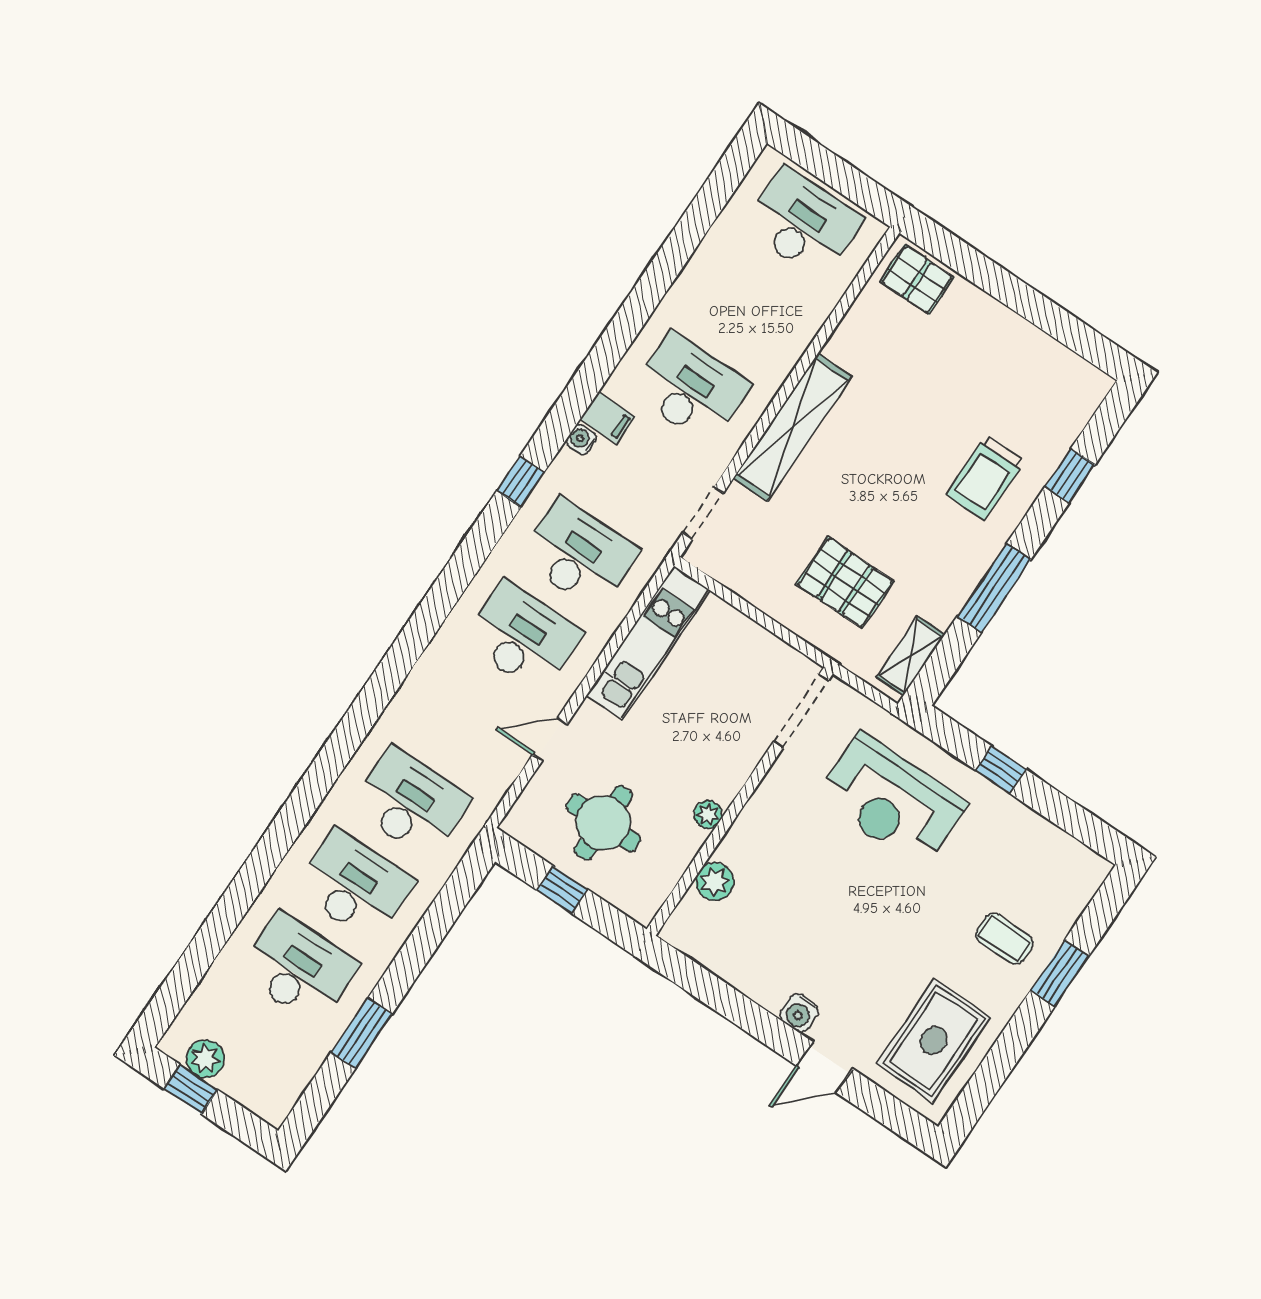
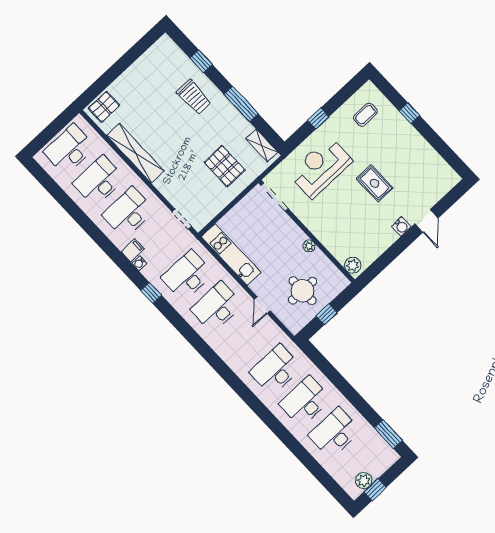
desk: (747, 306) -> (99, 181), added
shelving: (793, 427) -> (135, 153), moved
pallet: (845, 583) -> (225, 166), turned 90
reception desk: (891, 800) -> (321, 167), turned 180
plant: (715, 882) -> (353, 265), moved
coffee table: (1005, 939) -> (365, 115), moved
window: (1060, 973) -> (409, 113), width x0.67
window: (362, 1033) -> (388, 434), moved
rug: (934, 1040) -> (375, 183), moved, width x0.73, depth x0.70

